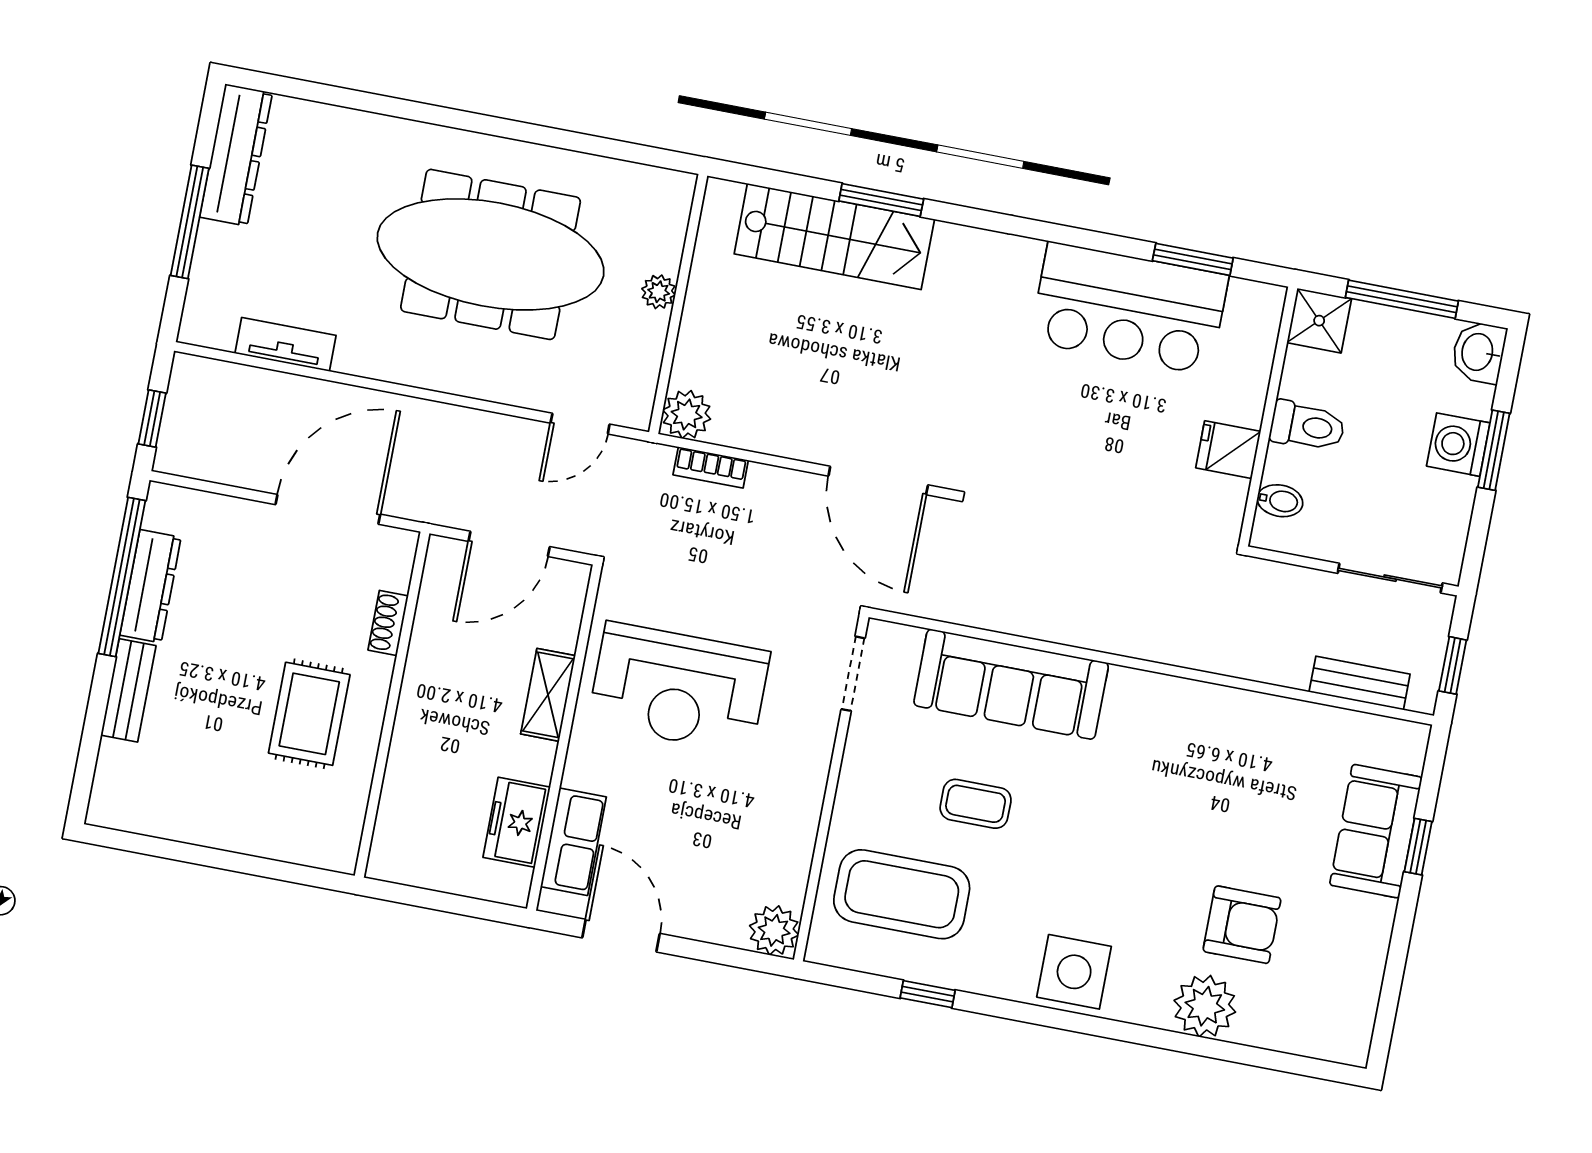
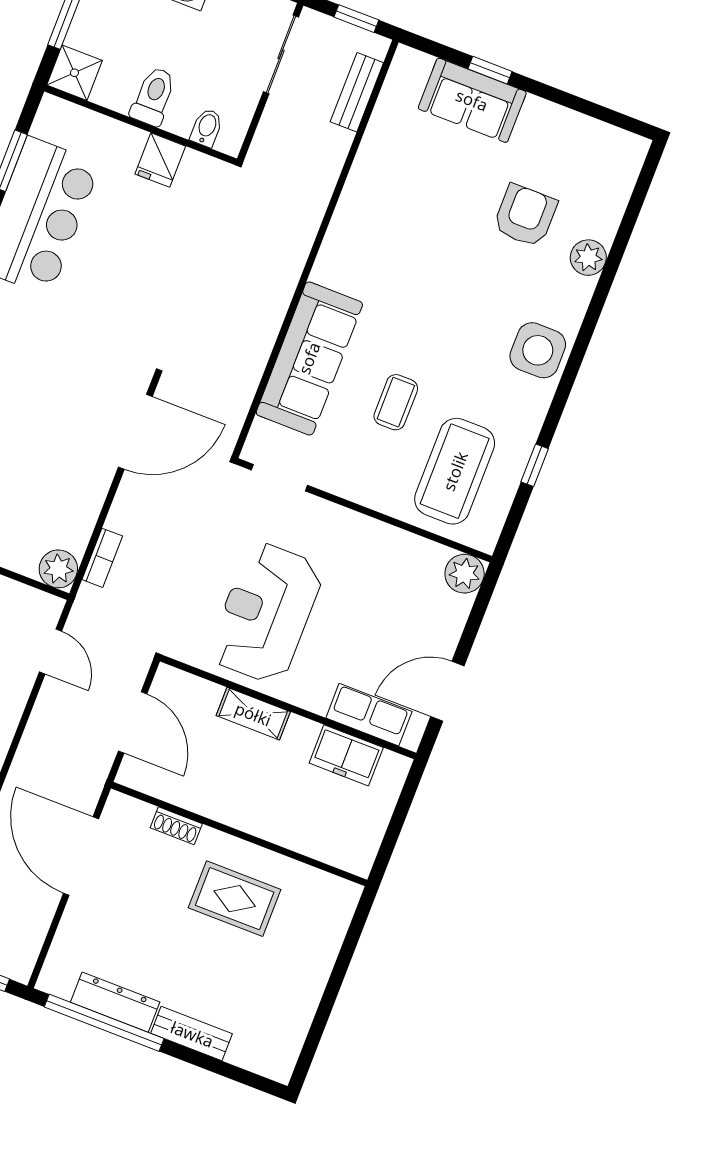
reception desk: (679, 688) -> (266, 613), turned 180
plant: (1205, 1006) -> (588, 258), width x0.73, depth x0.73

